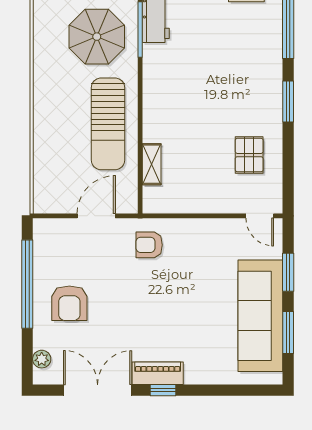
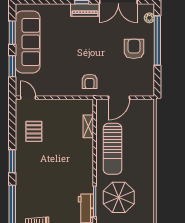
sun lounger: (108, 124) -> (112, 149), turned 180
armchair: (149, 245) -> (90, 81), turned 90
window: (27, 284) -> (157, 41), moved

